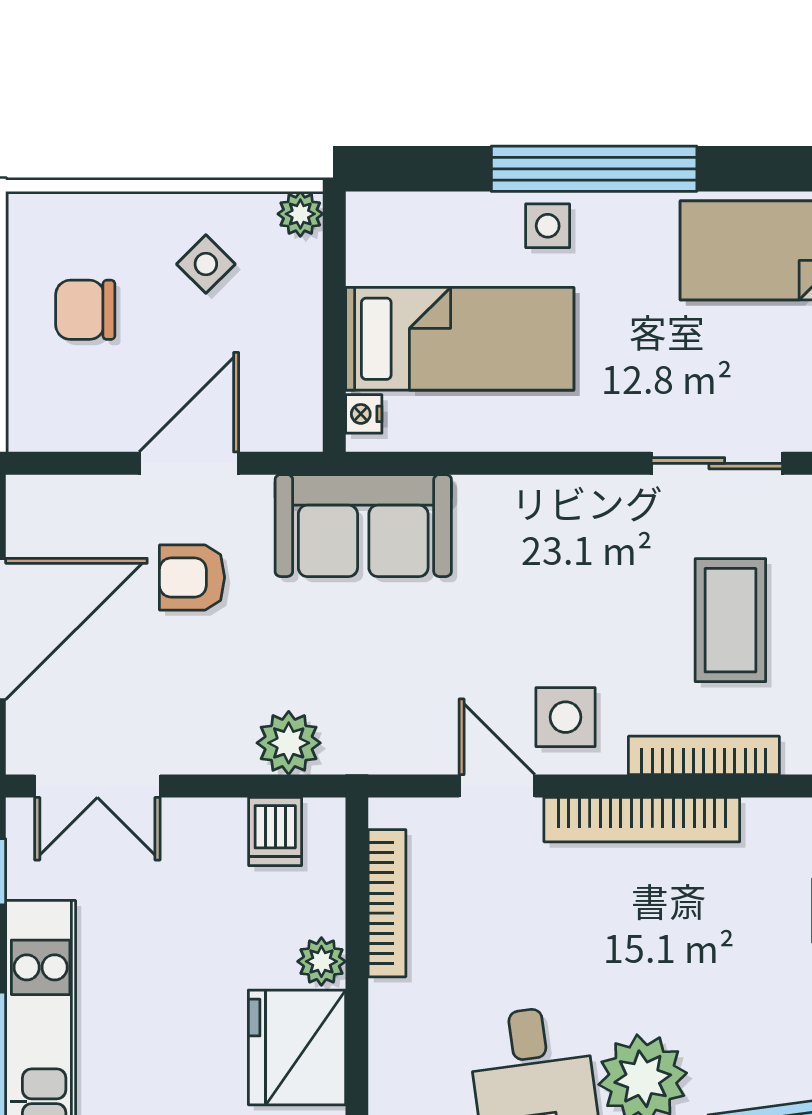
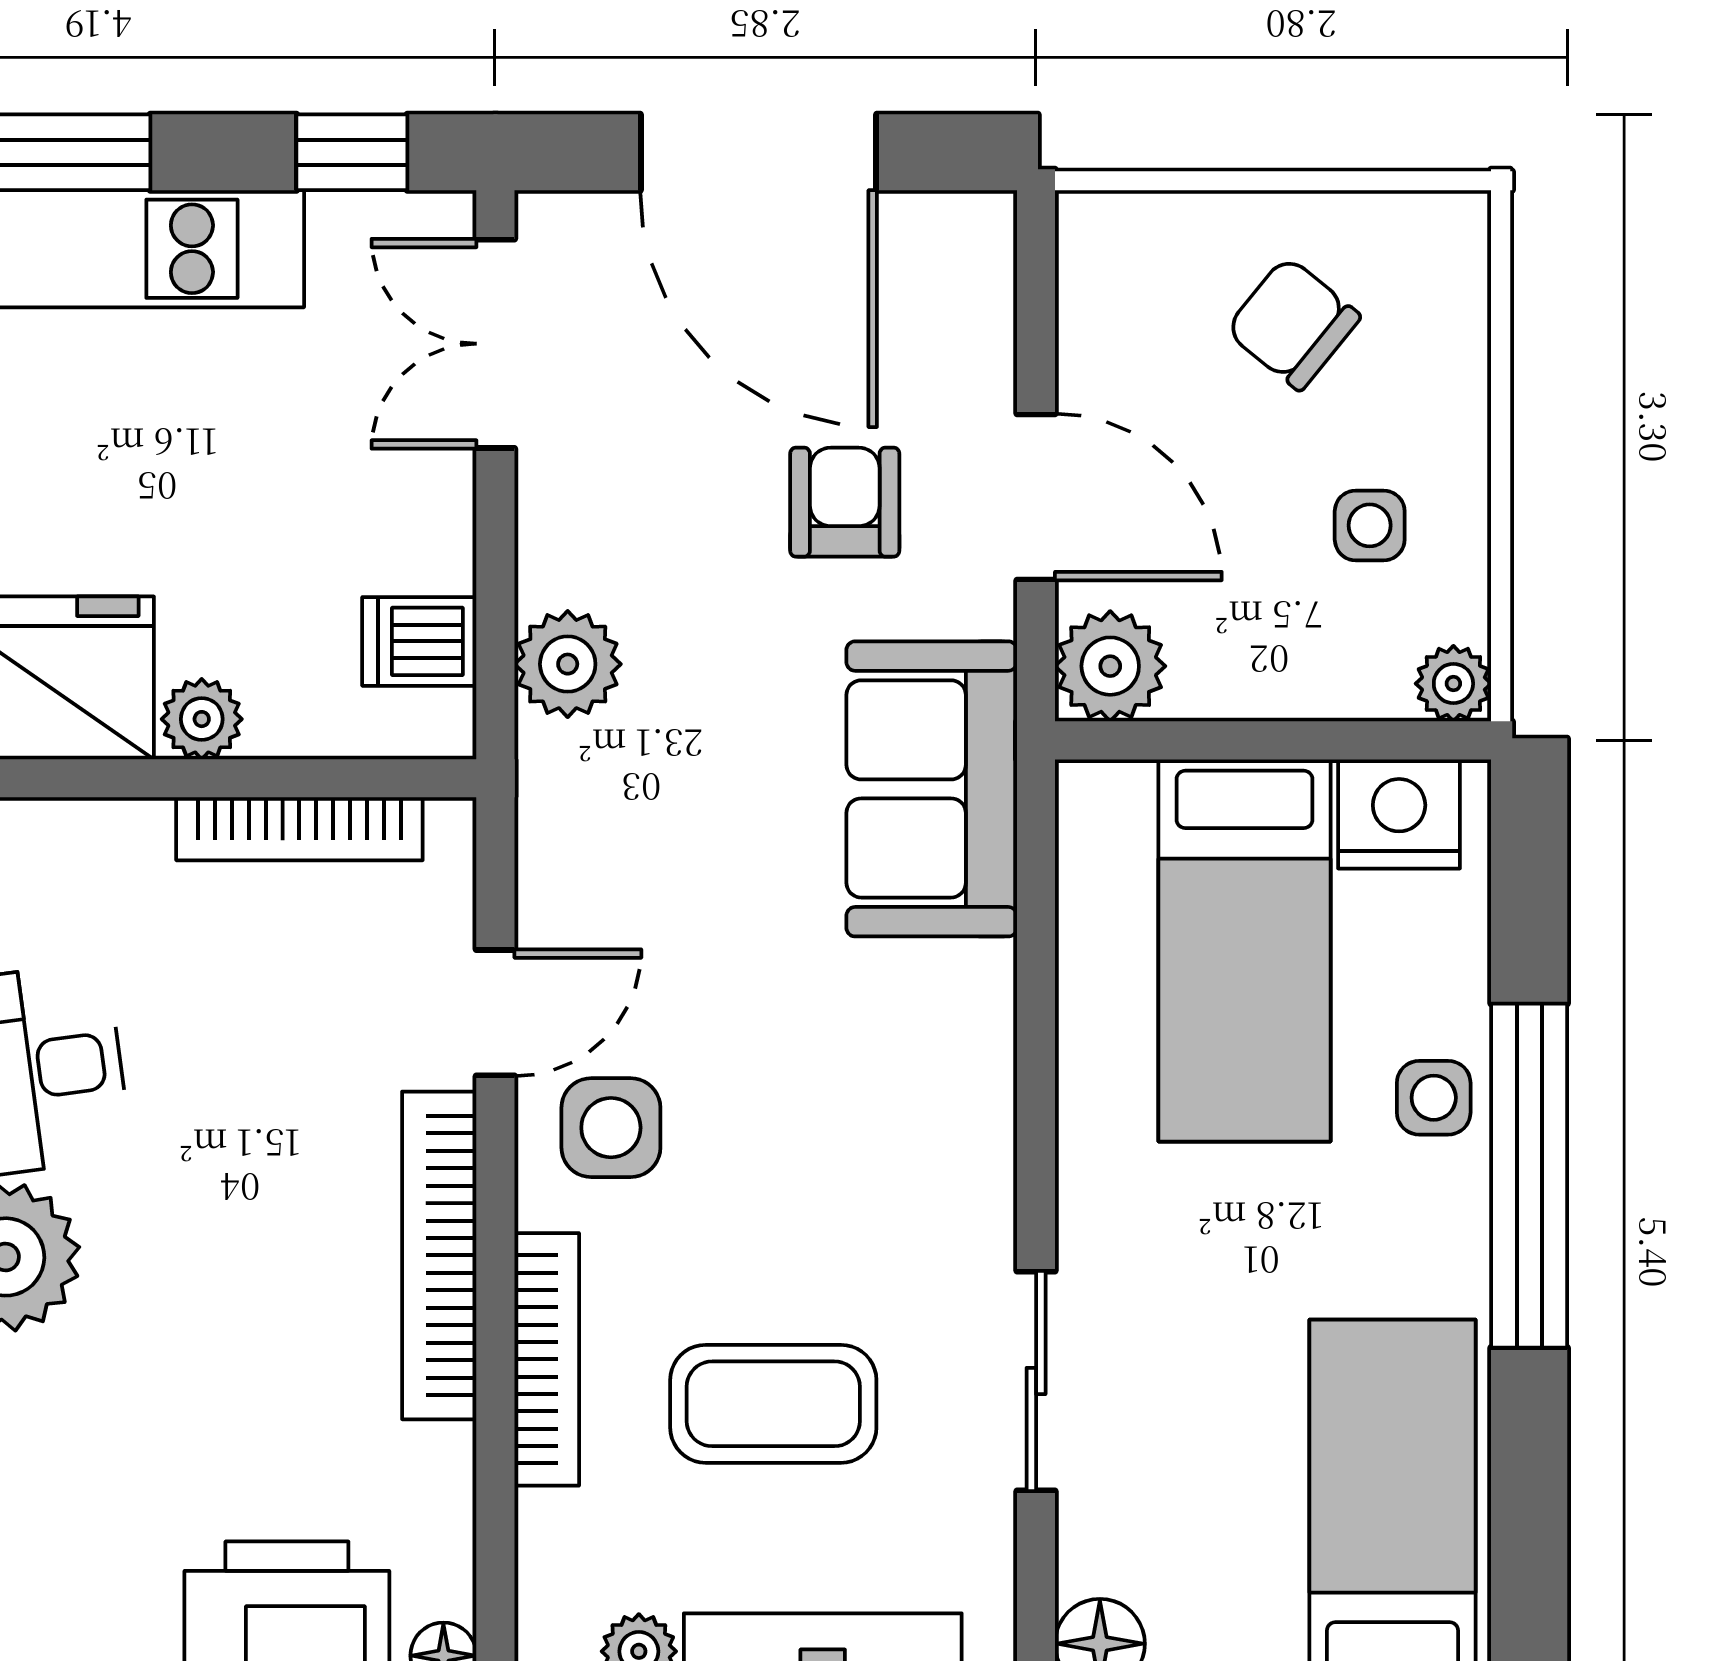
side table: (206, 264) -> (1370, 525), turned 45
chair: (85, 310) -> (1293, 323), turned -51
nightstand: (364, 414) -> (1399, 814), moved, width x1.89, depth x1.79
plant: (290, 419) -> (1110, 666), added

